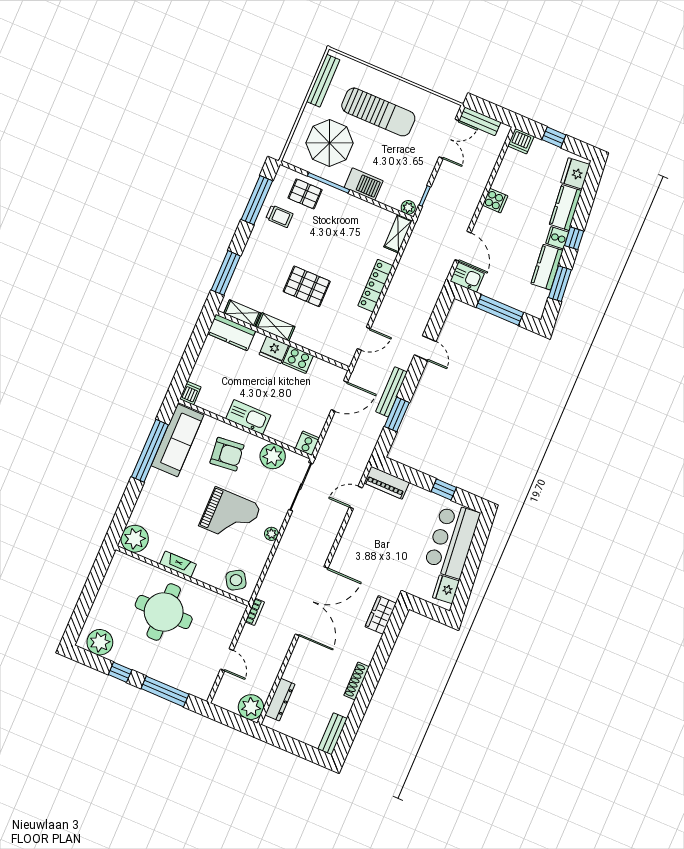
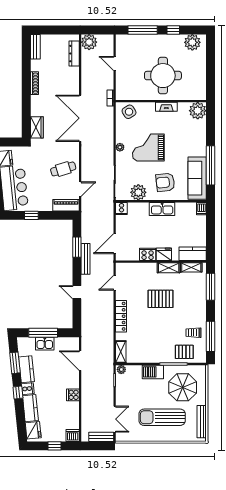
double door: (449, 139) -> (115, 419), swing flipped
kitchen sink: (467, 277) -> (45, 344), moved
cafe table: (368, 537) -> (63, 169), added

